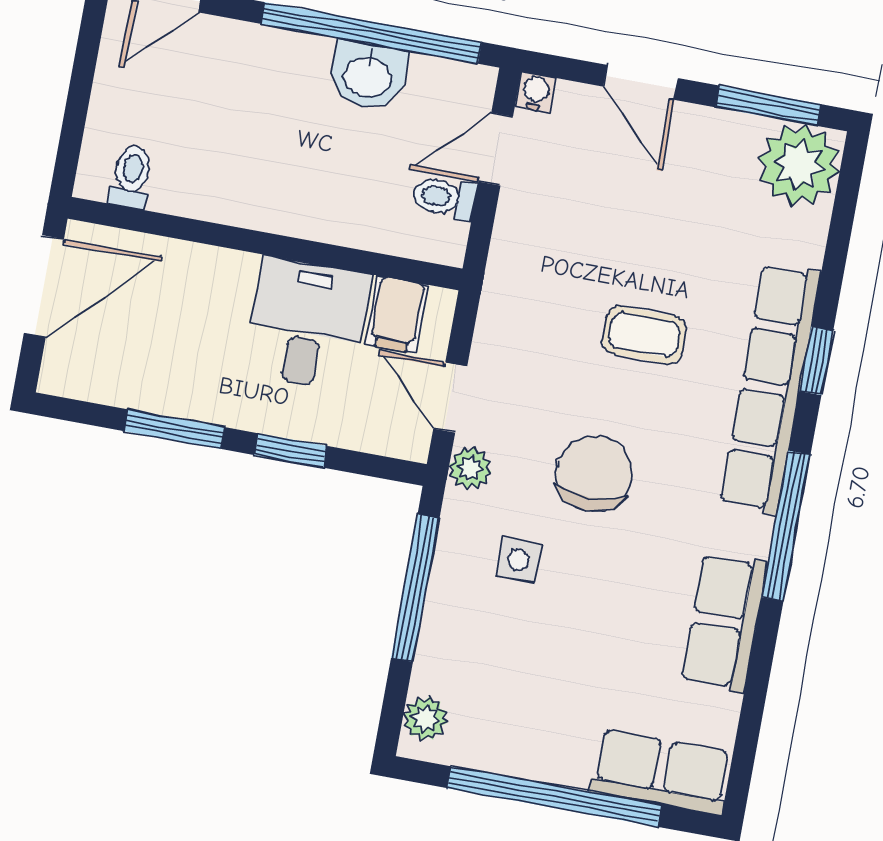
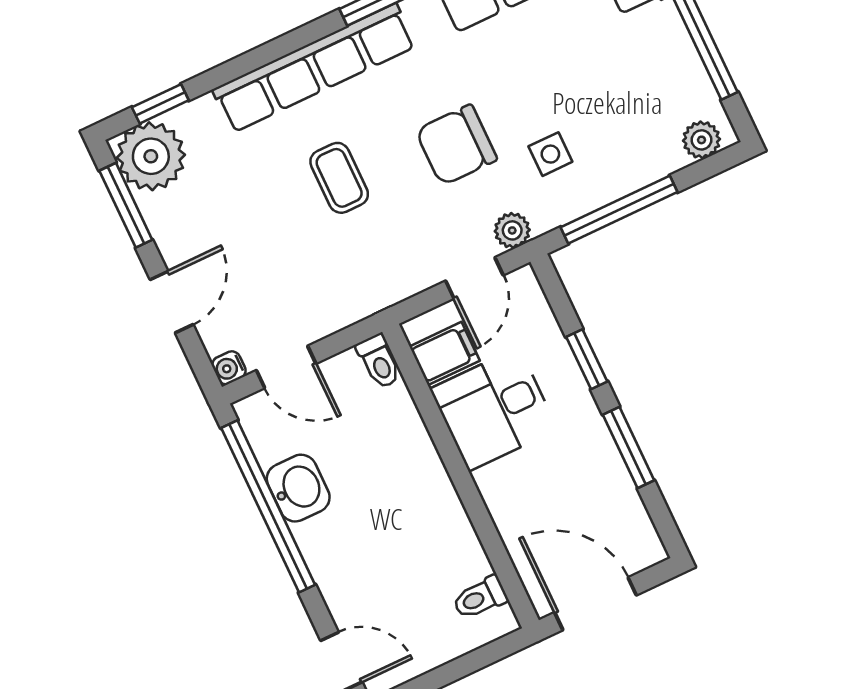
toilet: (444, 197) -> (379, 361), moved
window: (816, 361) -> (160, 104), moved

